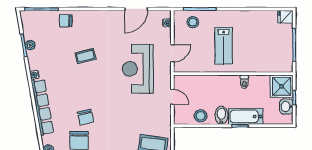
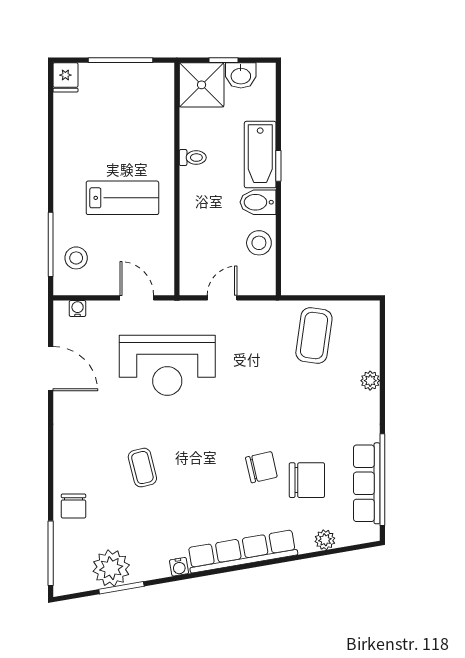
plant: (30, 45) -> (111, 568), width x1.87, depth x1.87

